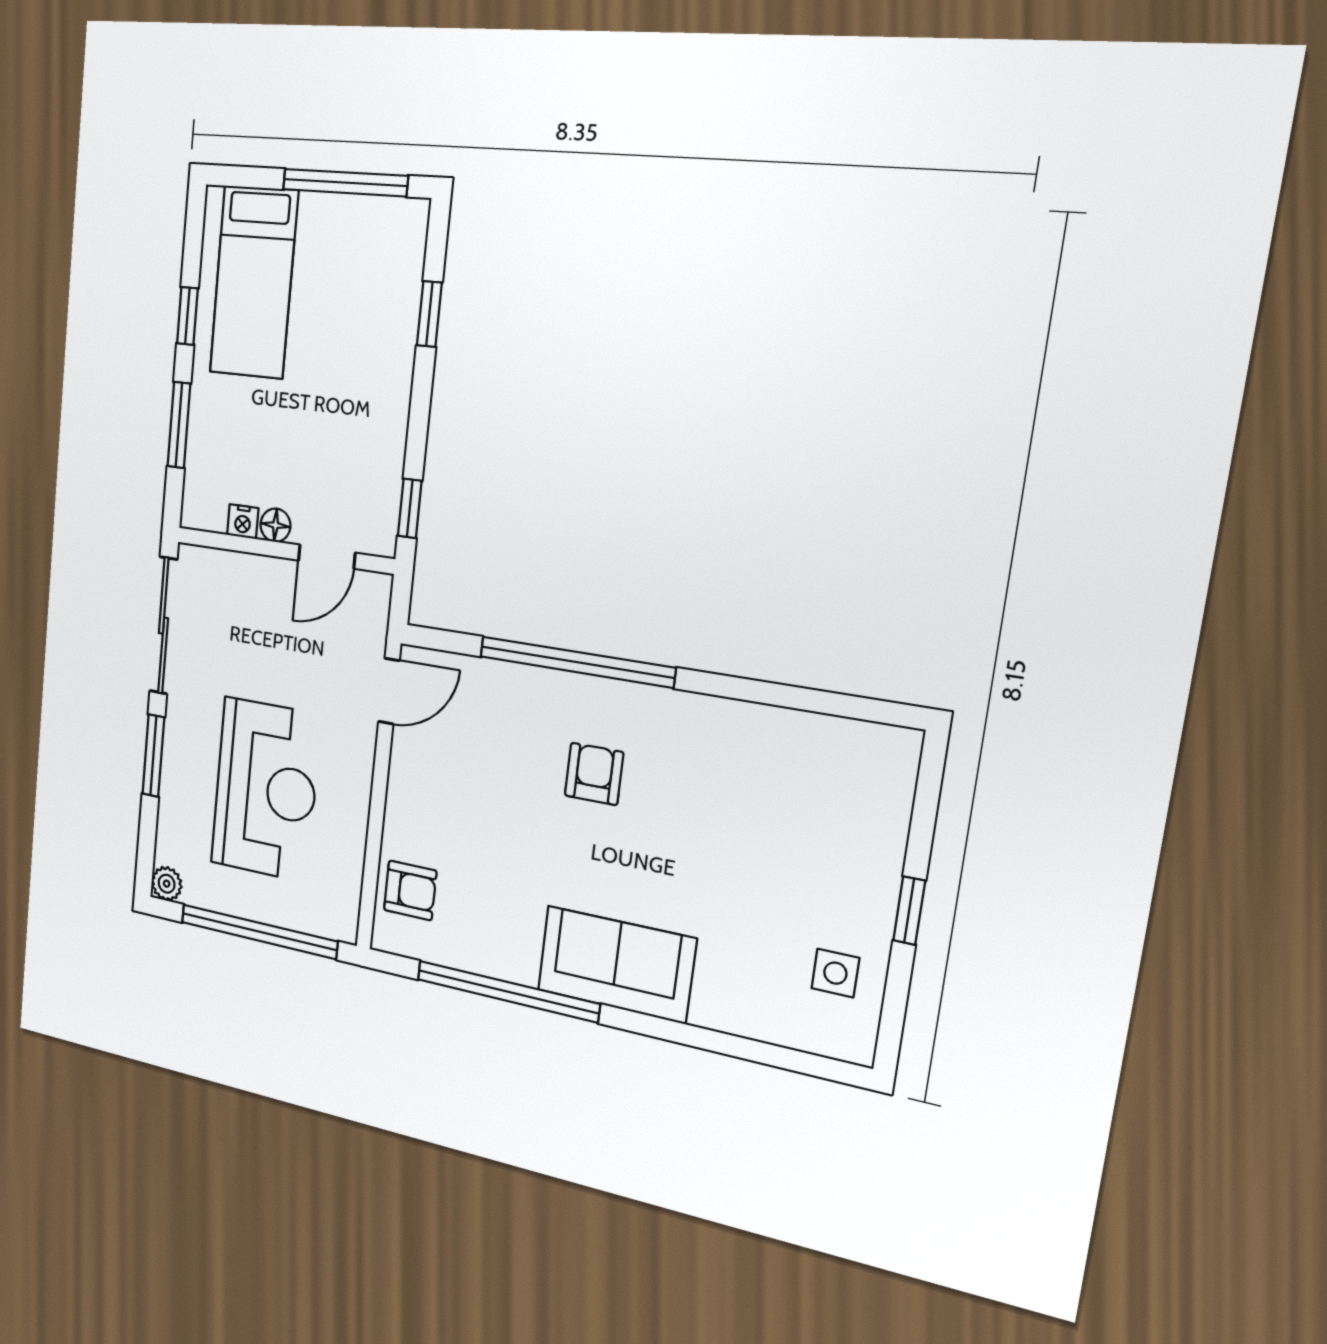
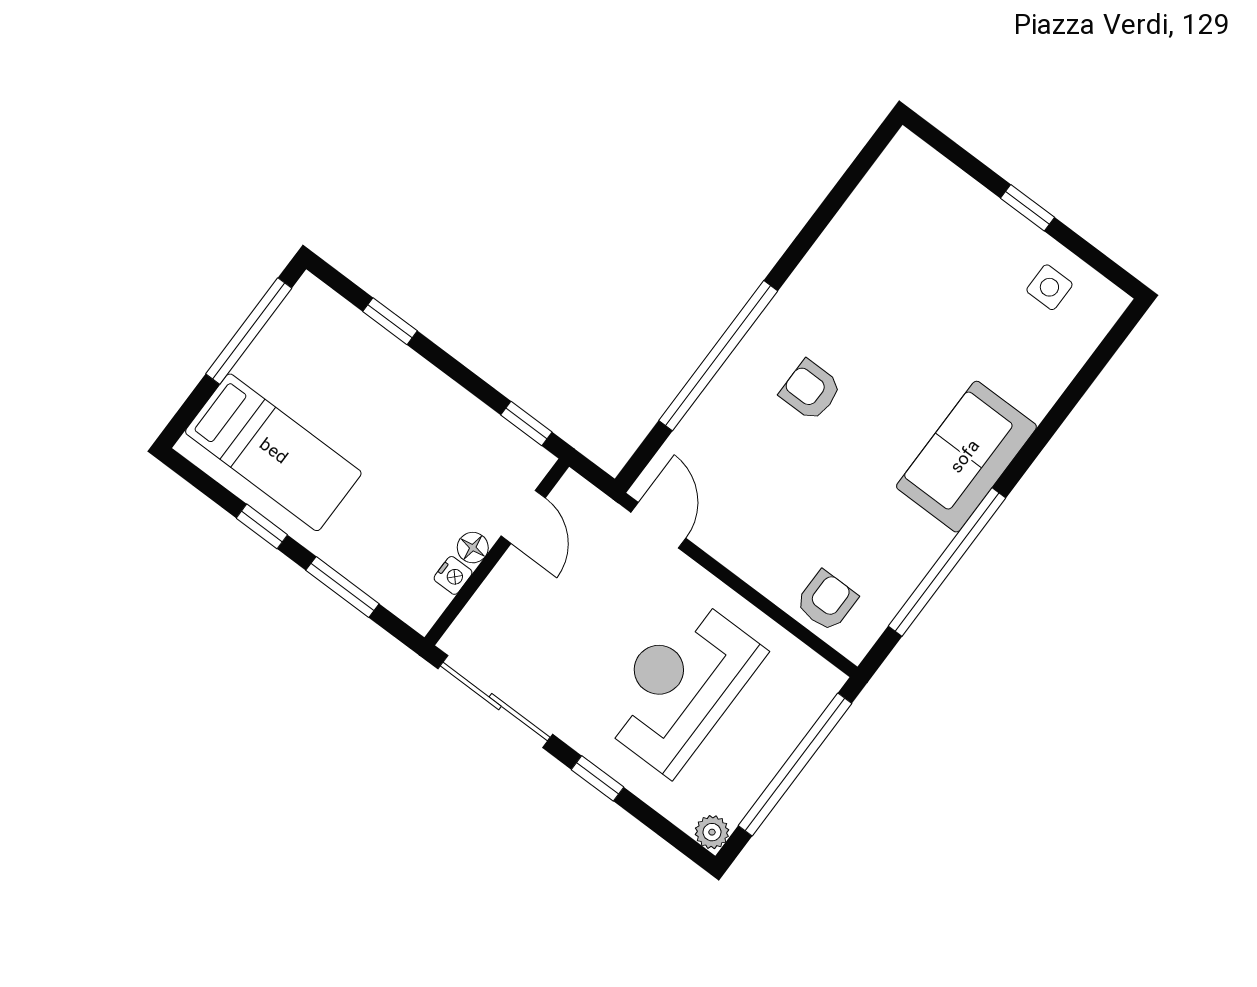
window: (153, 756) -> (597, 778), width x0.67
reception desk: (266, 789) -> (680, 686), turned -90

